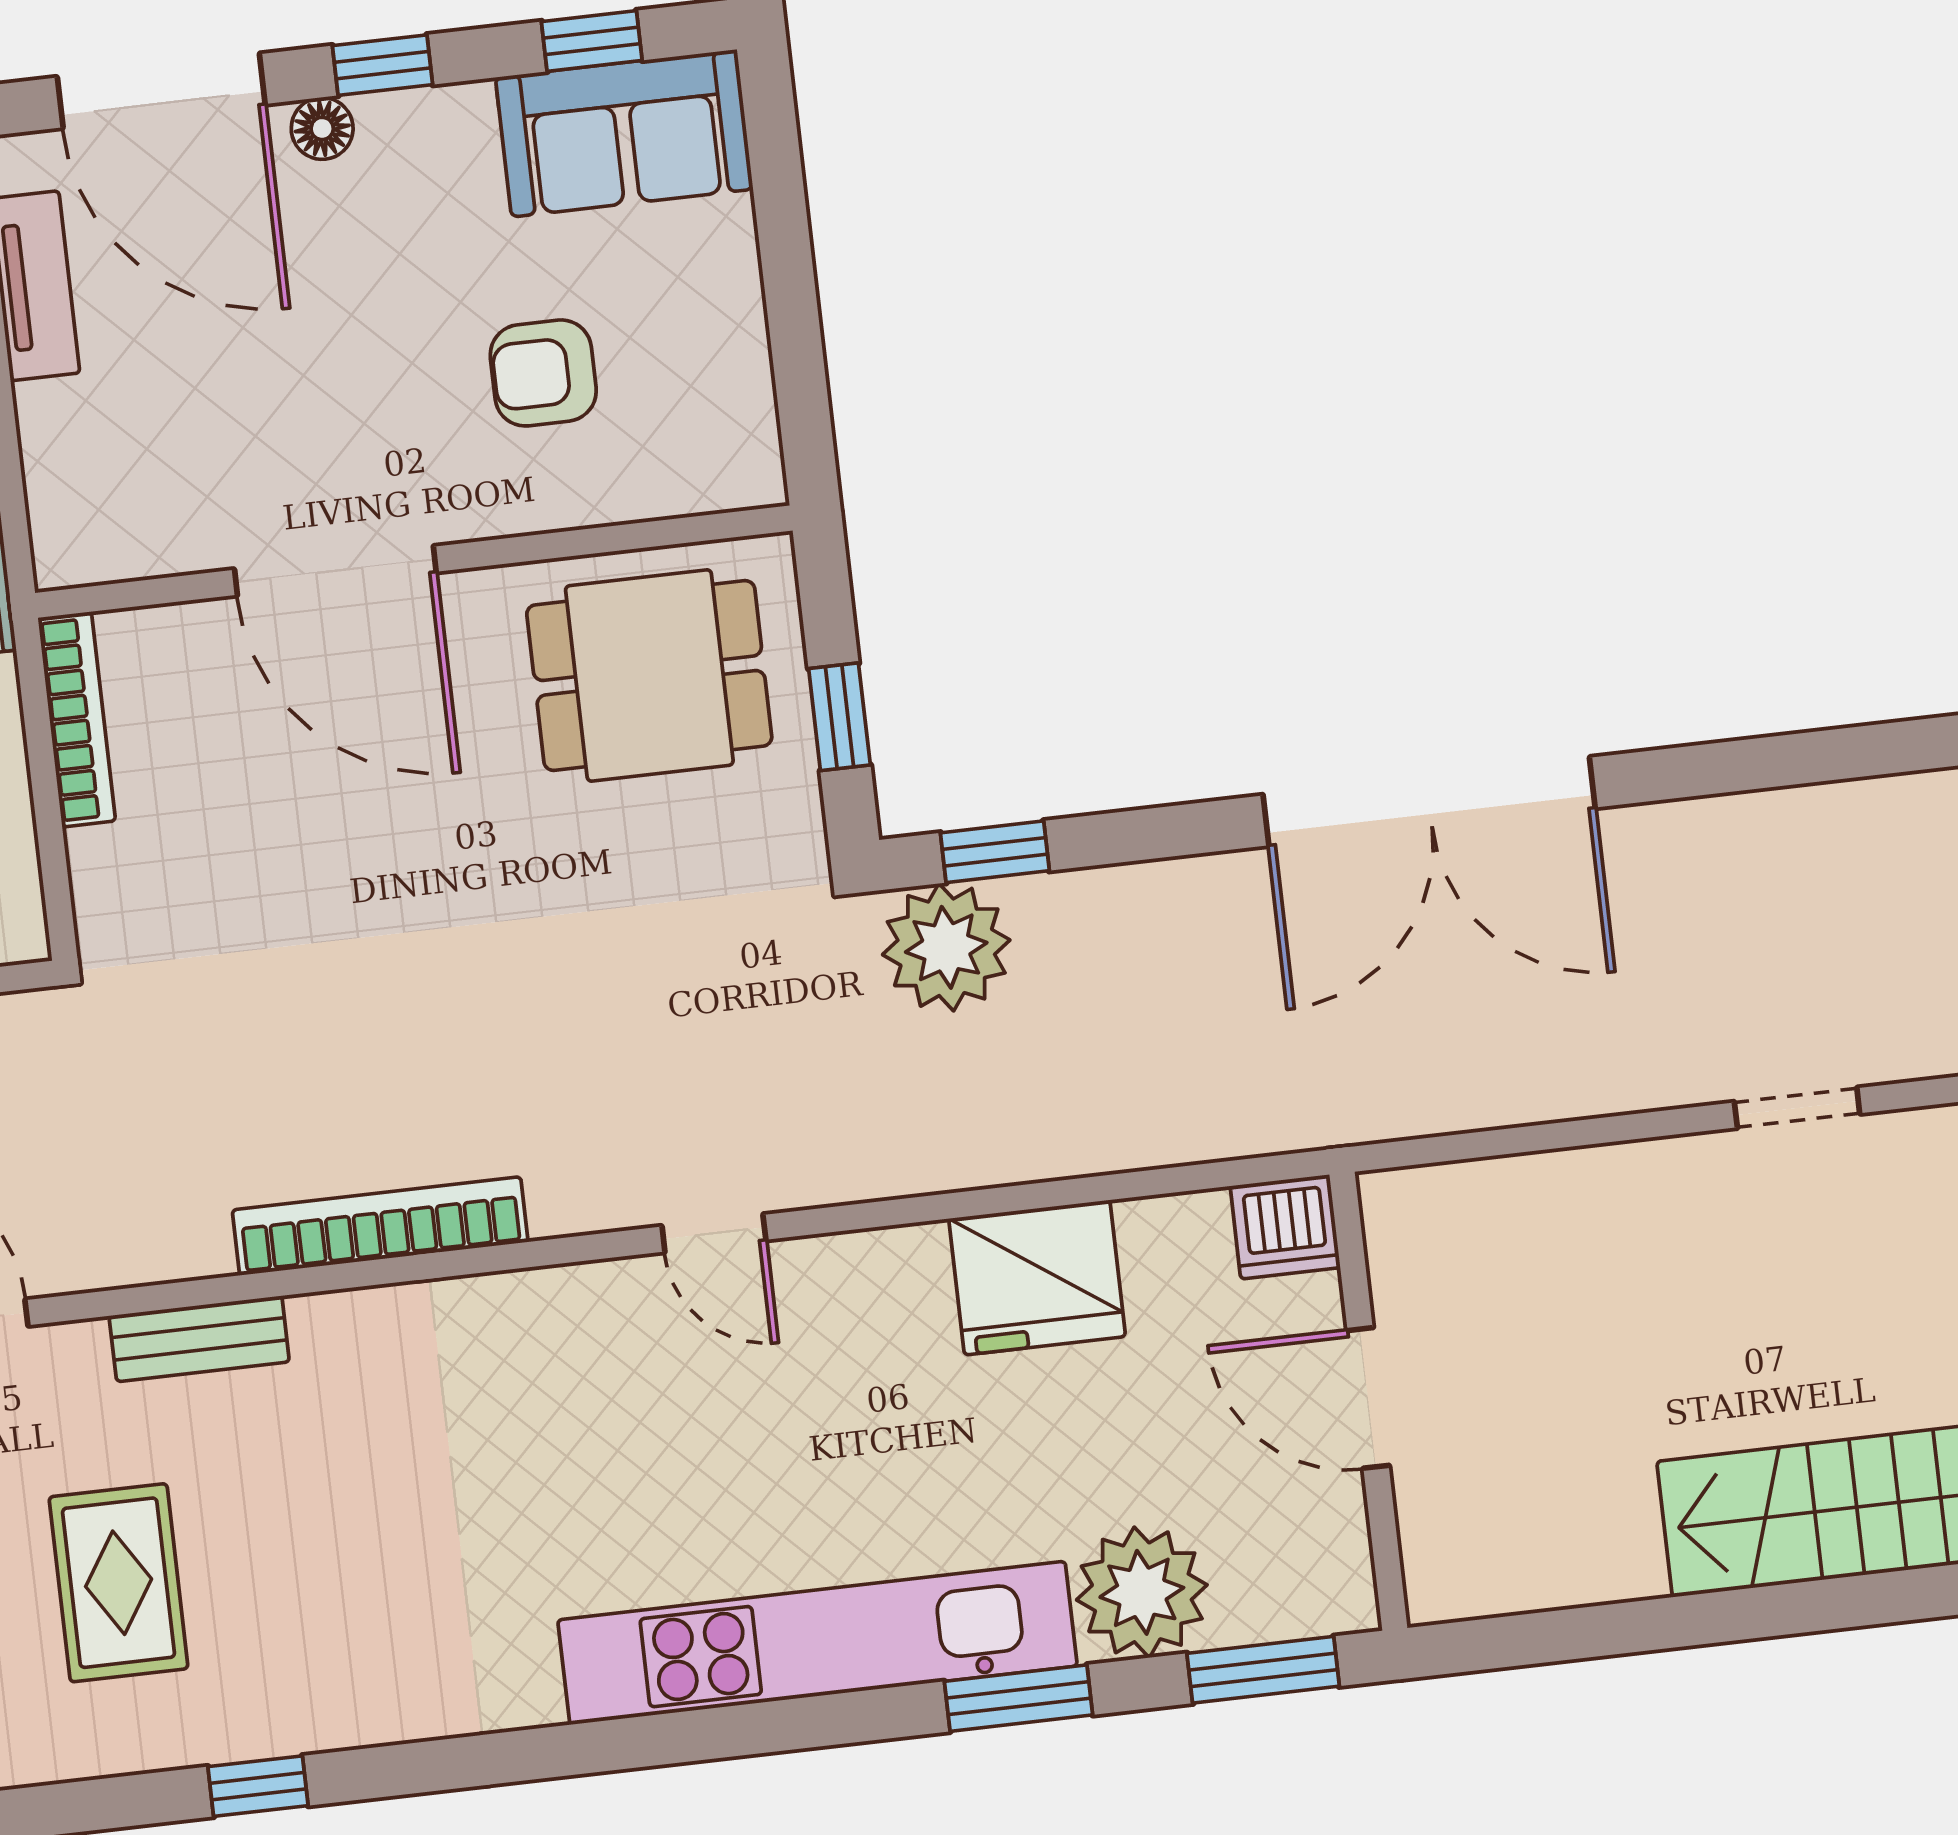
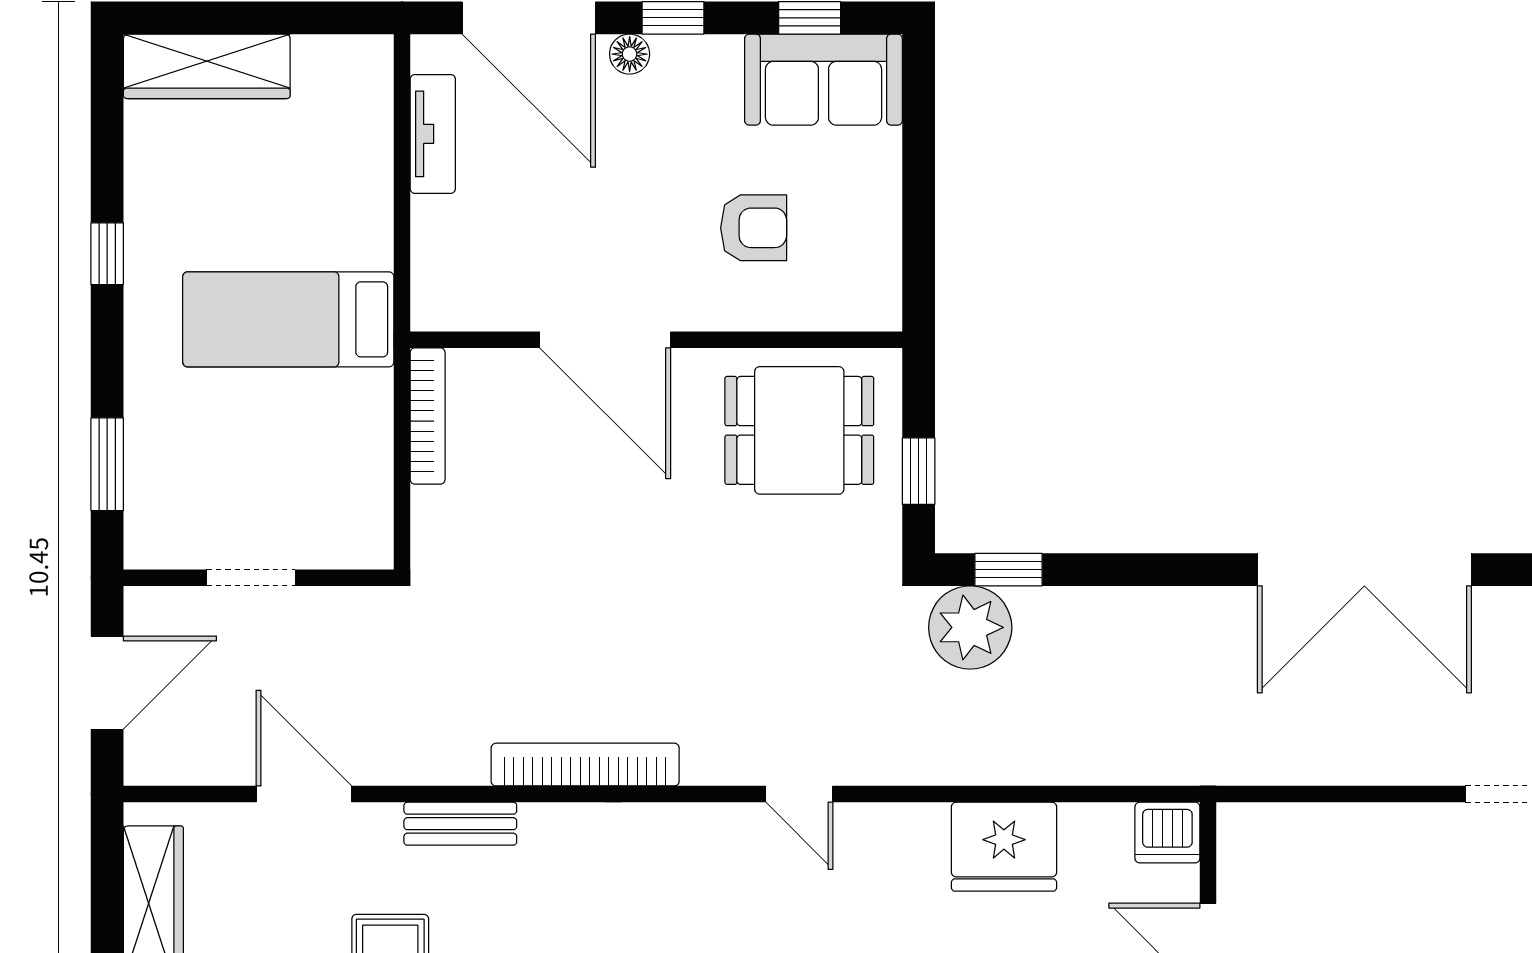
armchair: (543, 373) -> (754, 228), turned 180
double door: (1429, 802) -> (1364, 570), moved

